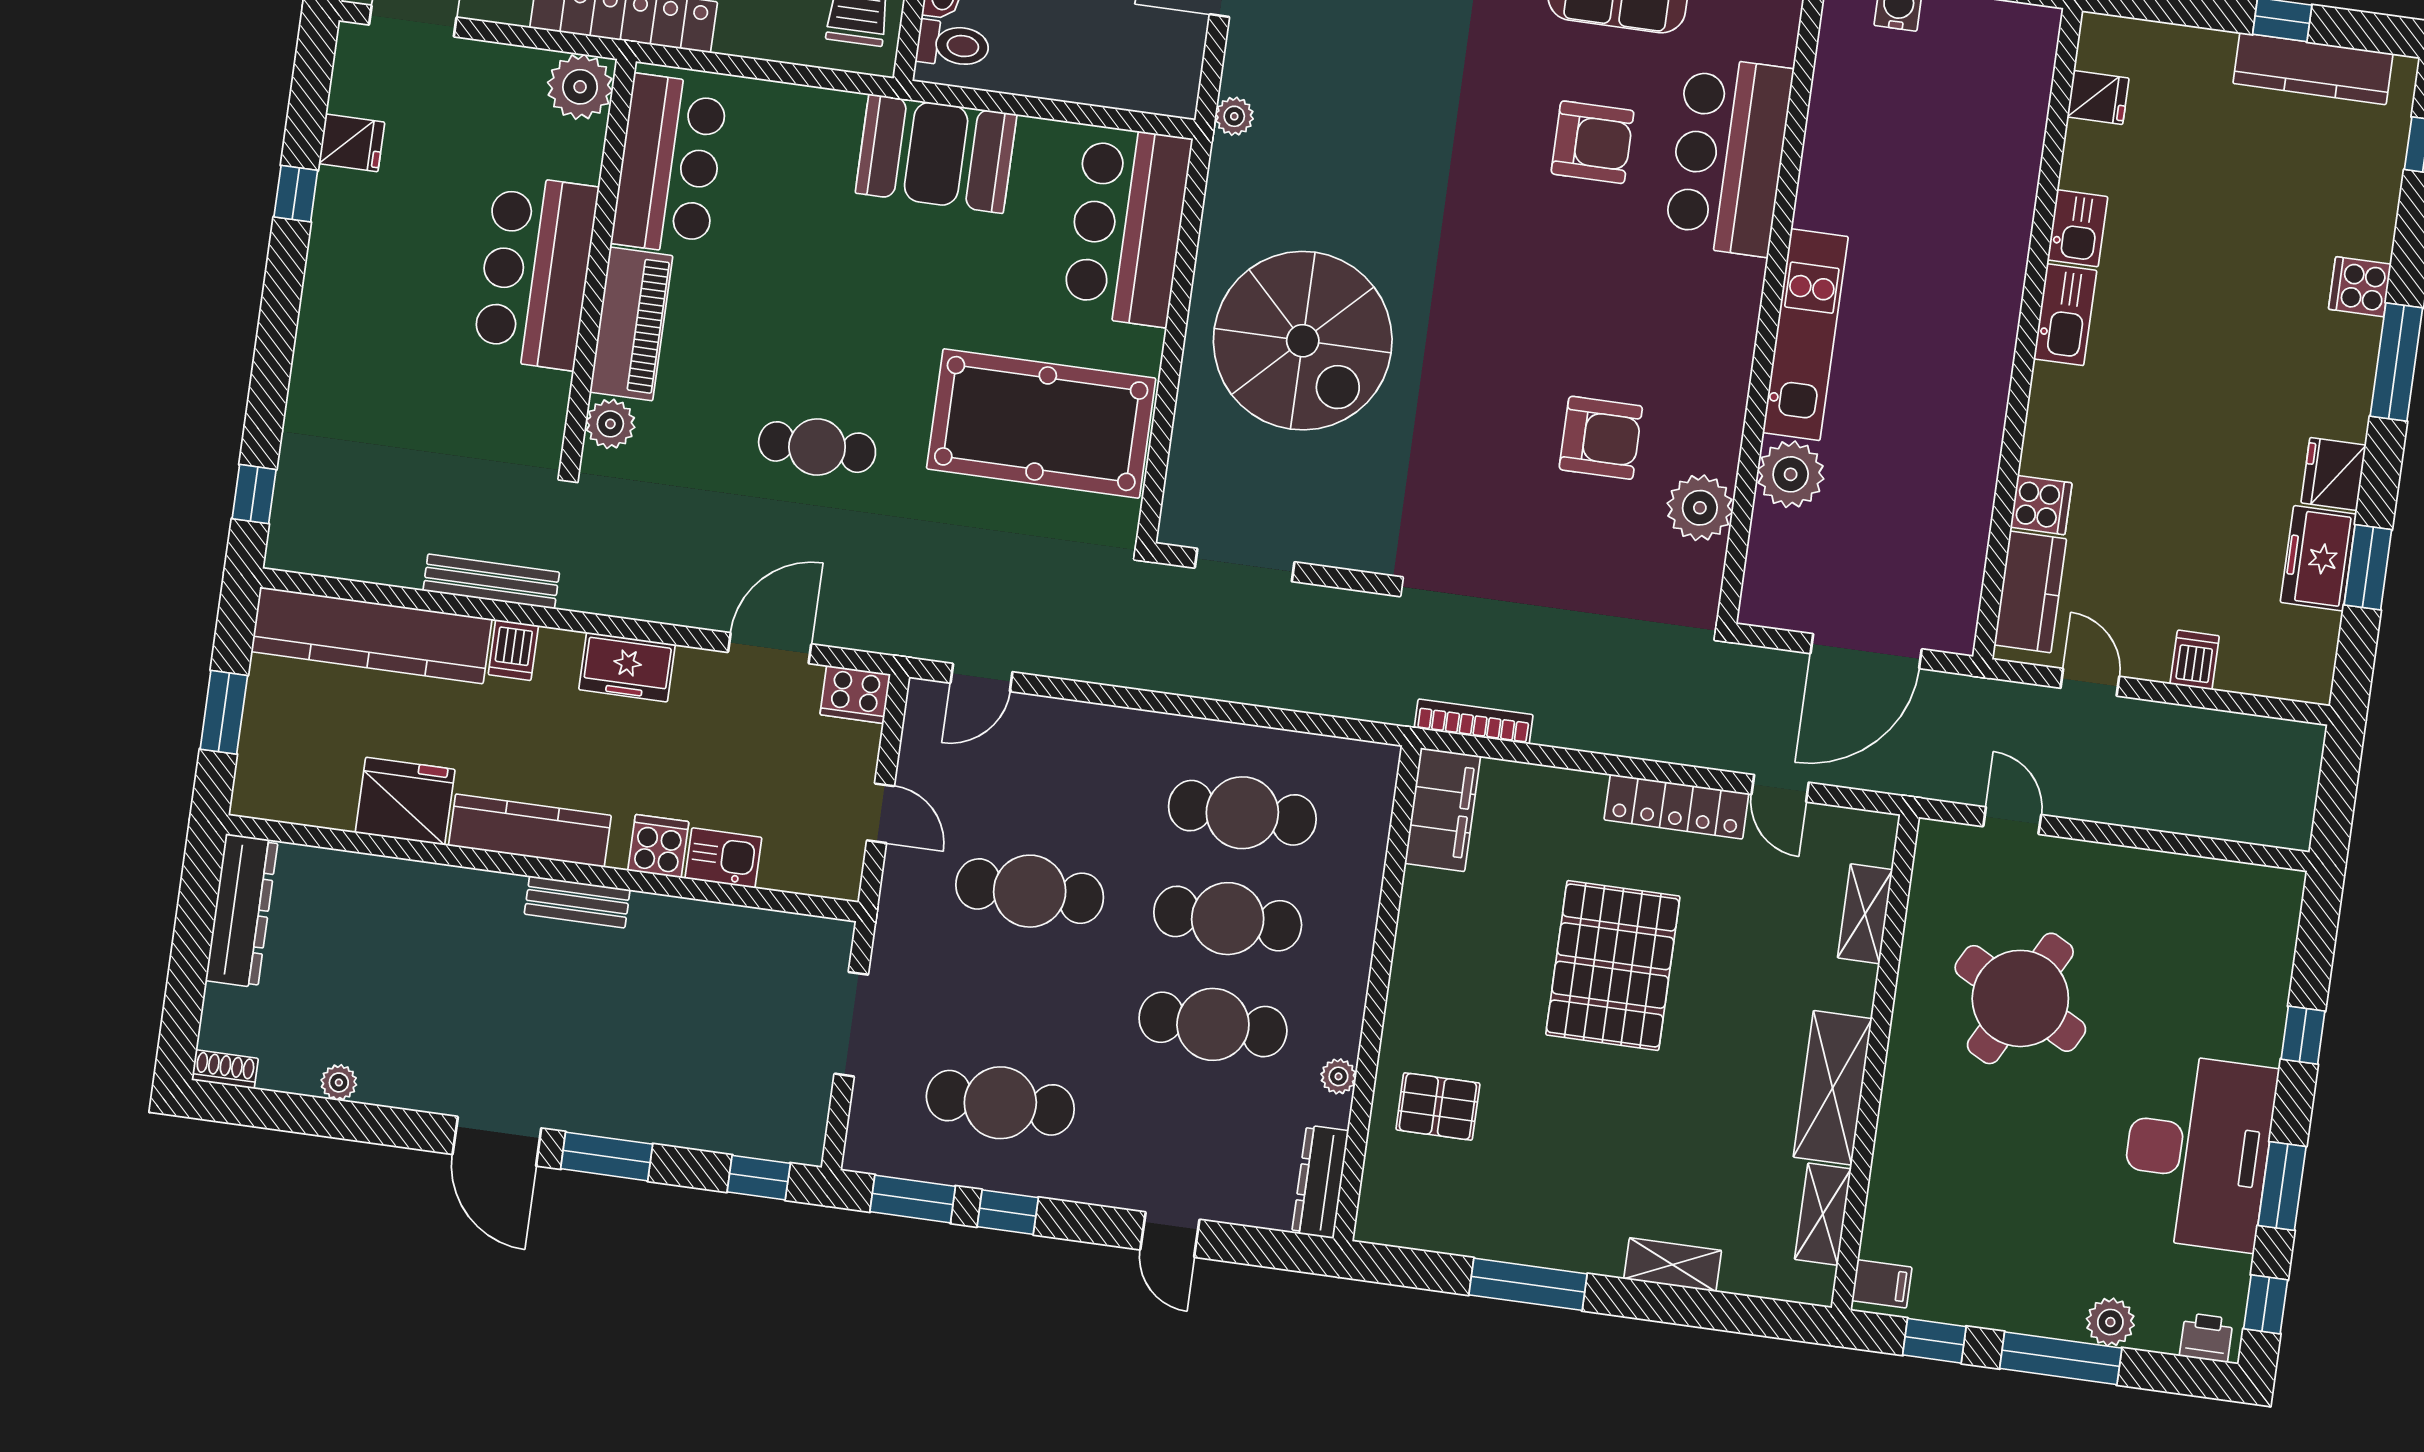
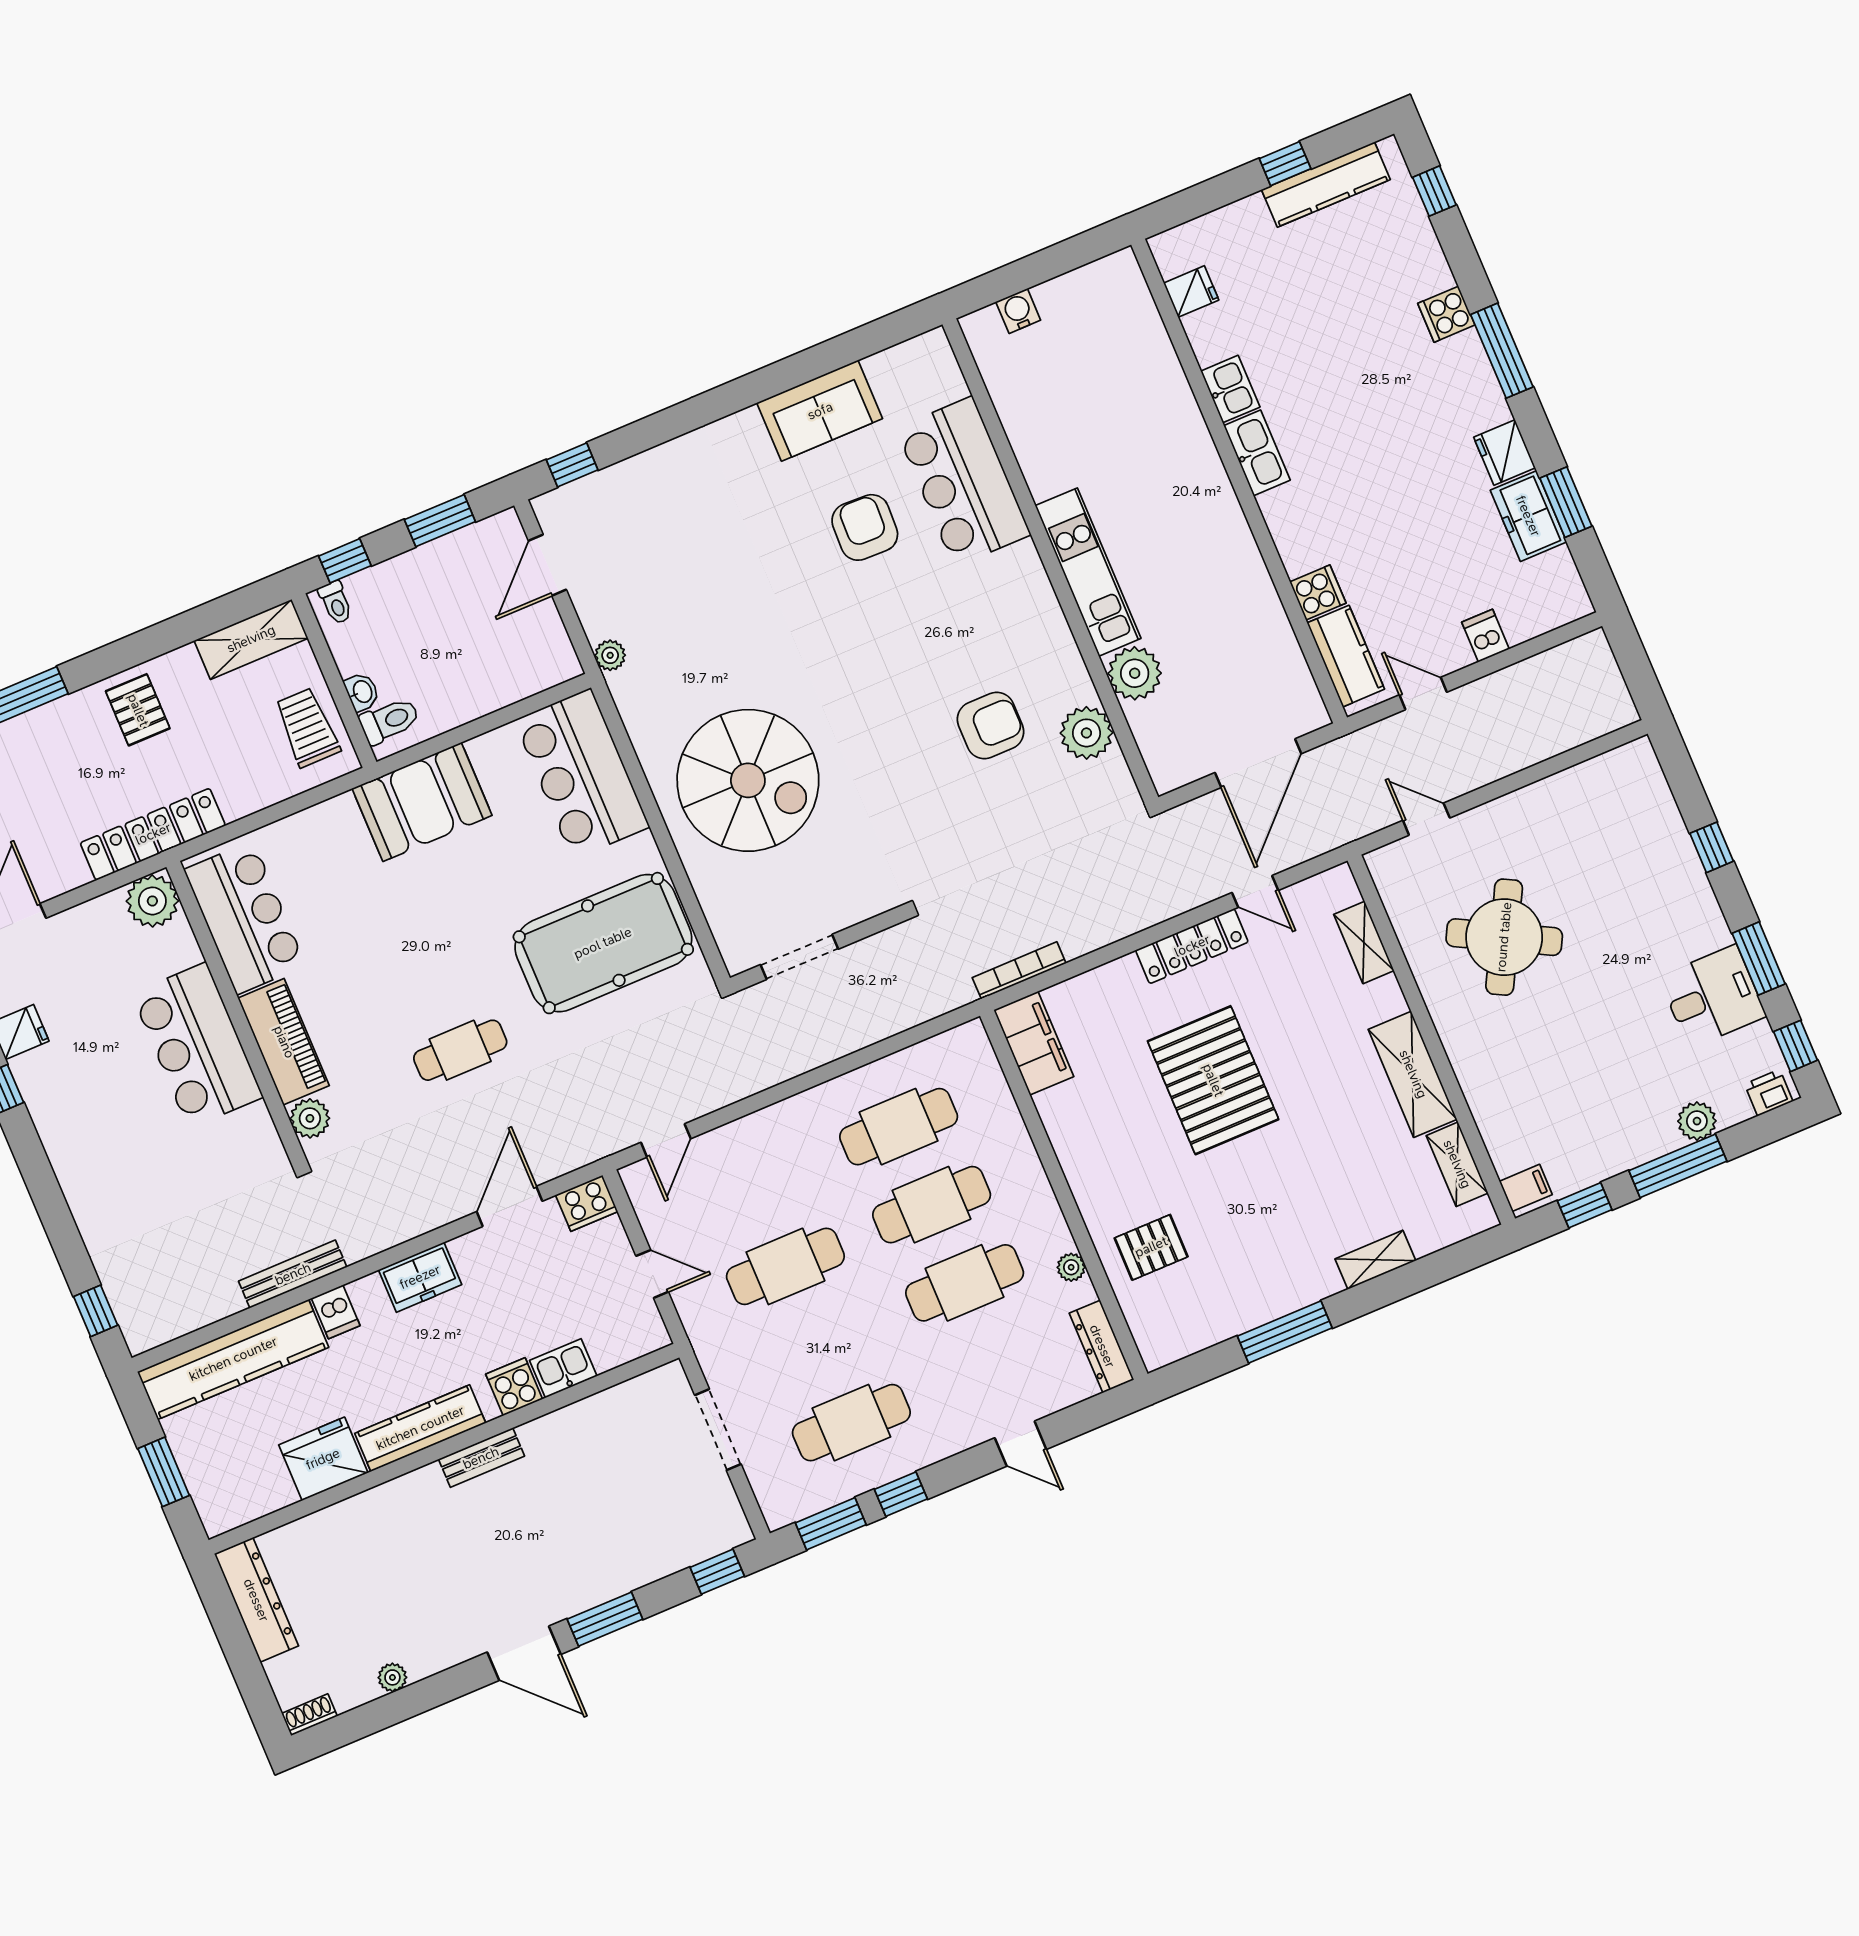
armchair: (1593, 142) -> (865, 527), turned -88
desk: (2198, 1152) -> (1712, 996), width x0.53, depth x0.77

